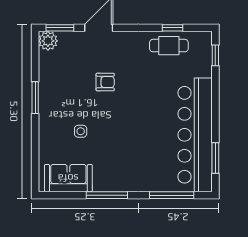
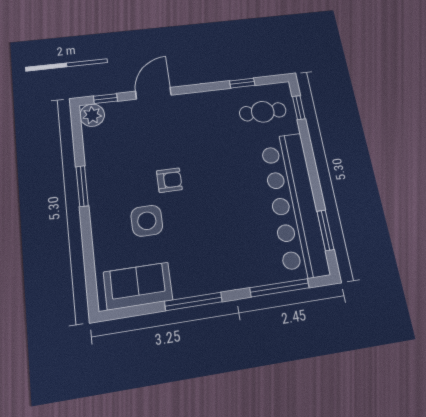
window: (60, 28) -> (105, 99), width x0.67
cafe table: (169, 46) -> (263, 112), moved
armchair: (105, 82) -> (169, 180), moved
side table: (81, 131) -> (147, 221), width x1.87, depth x1.87

